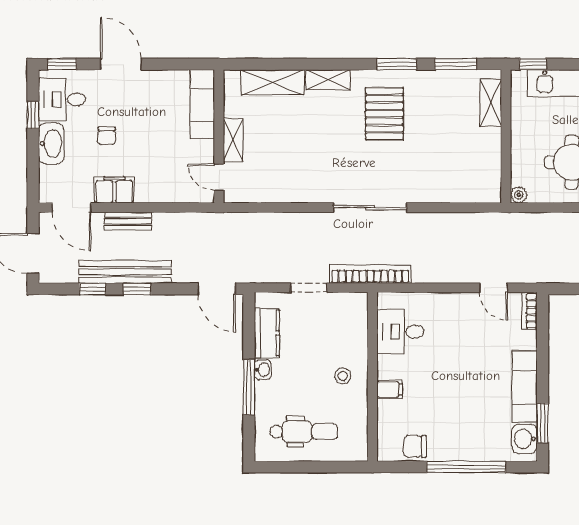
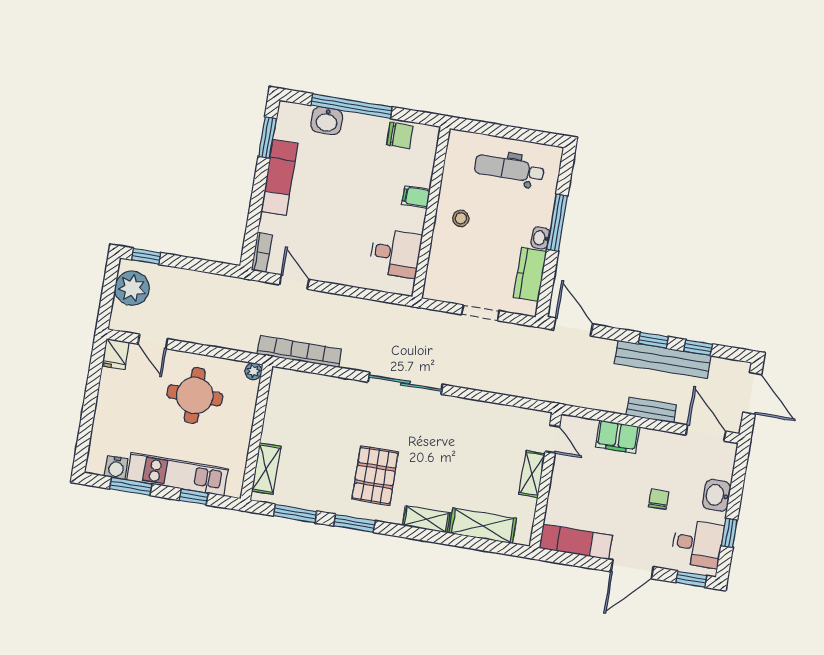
door: (121, 64) -> (632, 569), hinge flipped
window: (533, 64) -> (194, 497), moved
exam couch: (202, 104) -> (576, 542), moved, turned -90
washbasin: (51, 143) -> (717, 495), width x0.72
filing cabinet: (114, 190) -> (618, 437), moved
bookcase: (370, 274) -> (299, 352), moved, turned 180
washbasin: (525, 439) -> (327, 121), moved, turned 90

